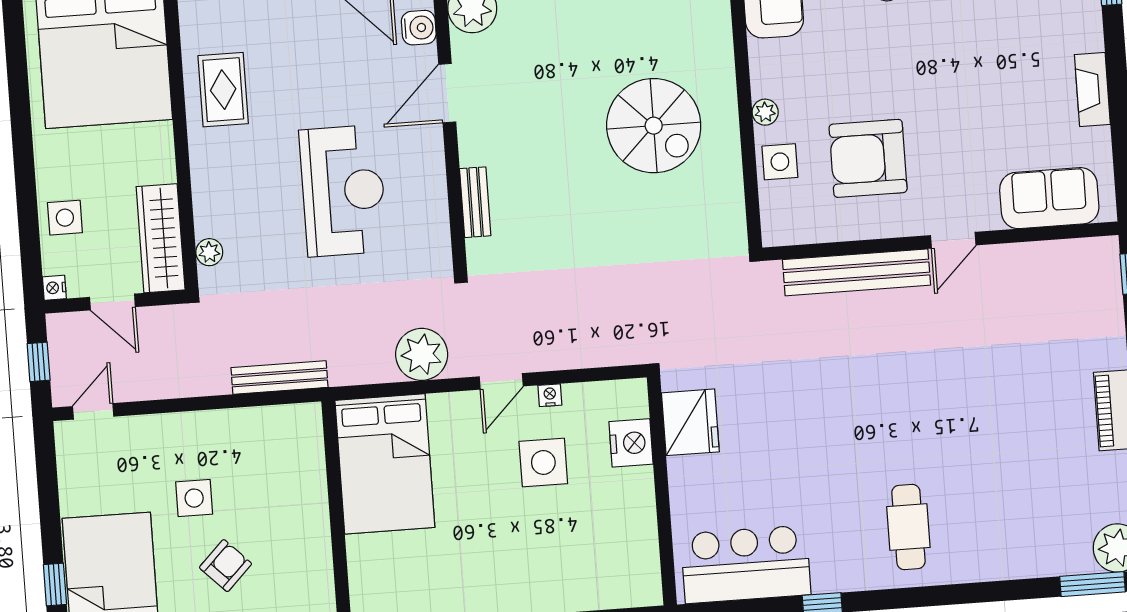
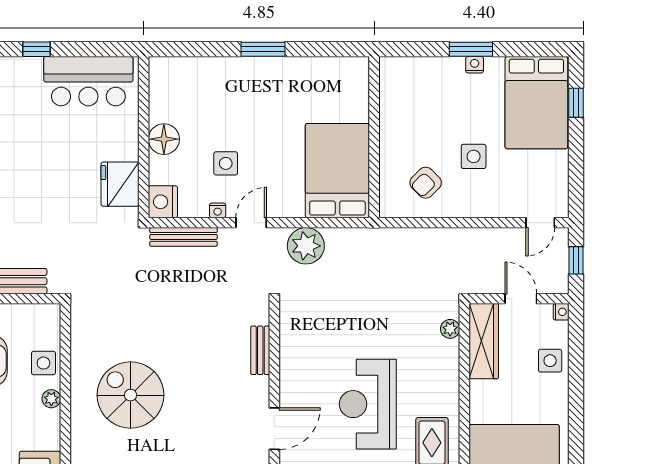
reception desk: (343, 191) -> (368, 404), moved
bench: (279, 378) -> (184, 237), moved
nightstand: (631, 443) -> (163, 202), moved
side table: (543, 462) -> (226, 163), width x0.73, depth x0.73
floor lamp: (633, 490) -> (164, 139), added
armchair: (226, 566) -> (426, 183), moved

